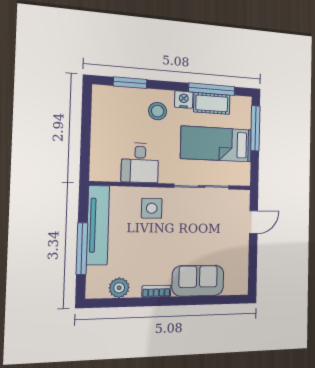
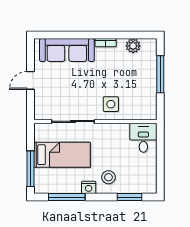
cot: (212, 103) -> (66, 186), removed
desk: (140, 163) -> (143, 138), moved
door: (254, 222) -> (31, 80), moved
tv unit: (98, 225) -> (150, 91), removed
sofa: (198, 281) -> (67, 50), width x1.36

